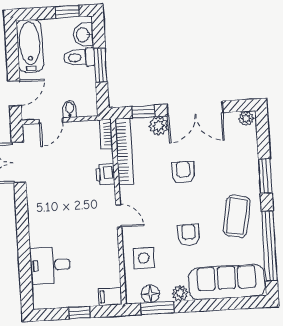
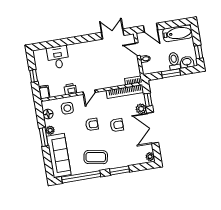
printer: (105, 175) -> (70, 89), moved
armchair: (188, 235) -> (92, 124), moved
window: (157, 308) -> (44, 137), moved

